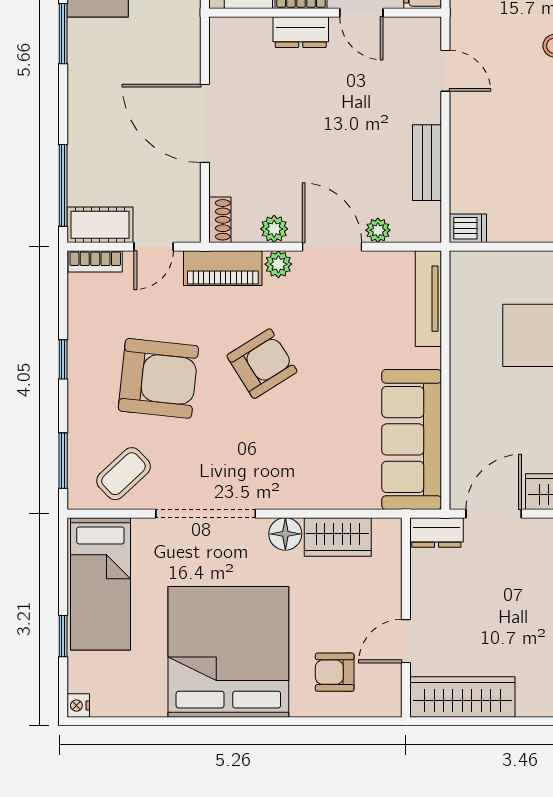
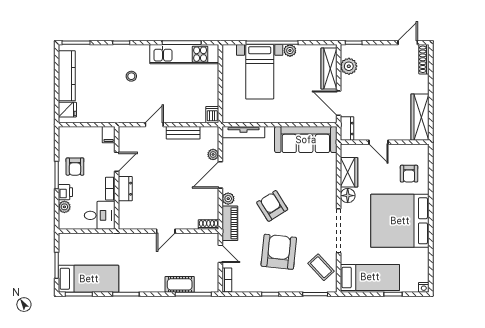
door: (445, 71) -> (154, 125), moved
door: (205, 123) -> (166, 231), width x0.53
cot: (100, 225) -> (180, 284), moved, turned 90
plant: (274, 229) -> (212, 200), removed
door: (406, 641) -> (379, 142), moved

